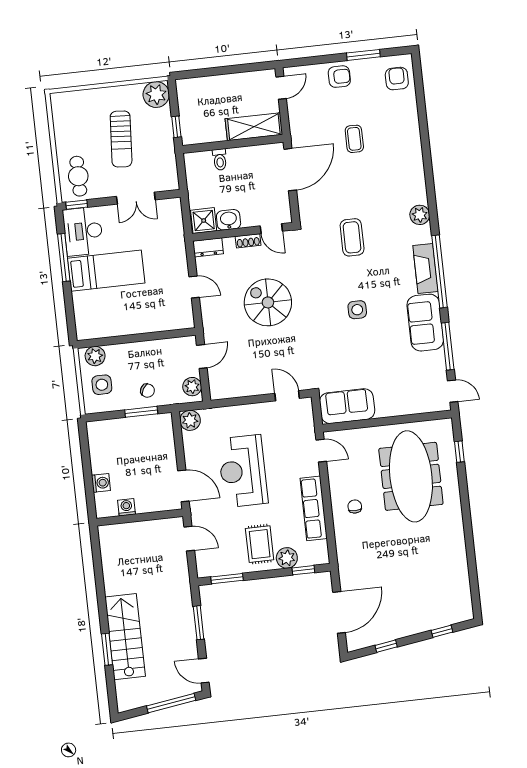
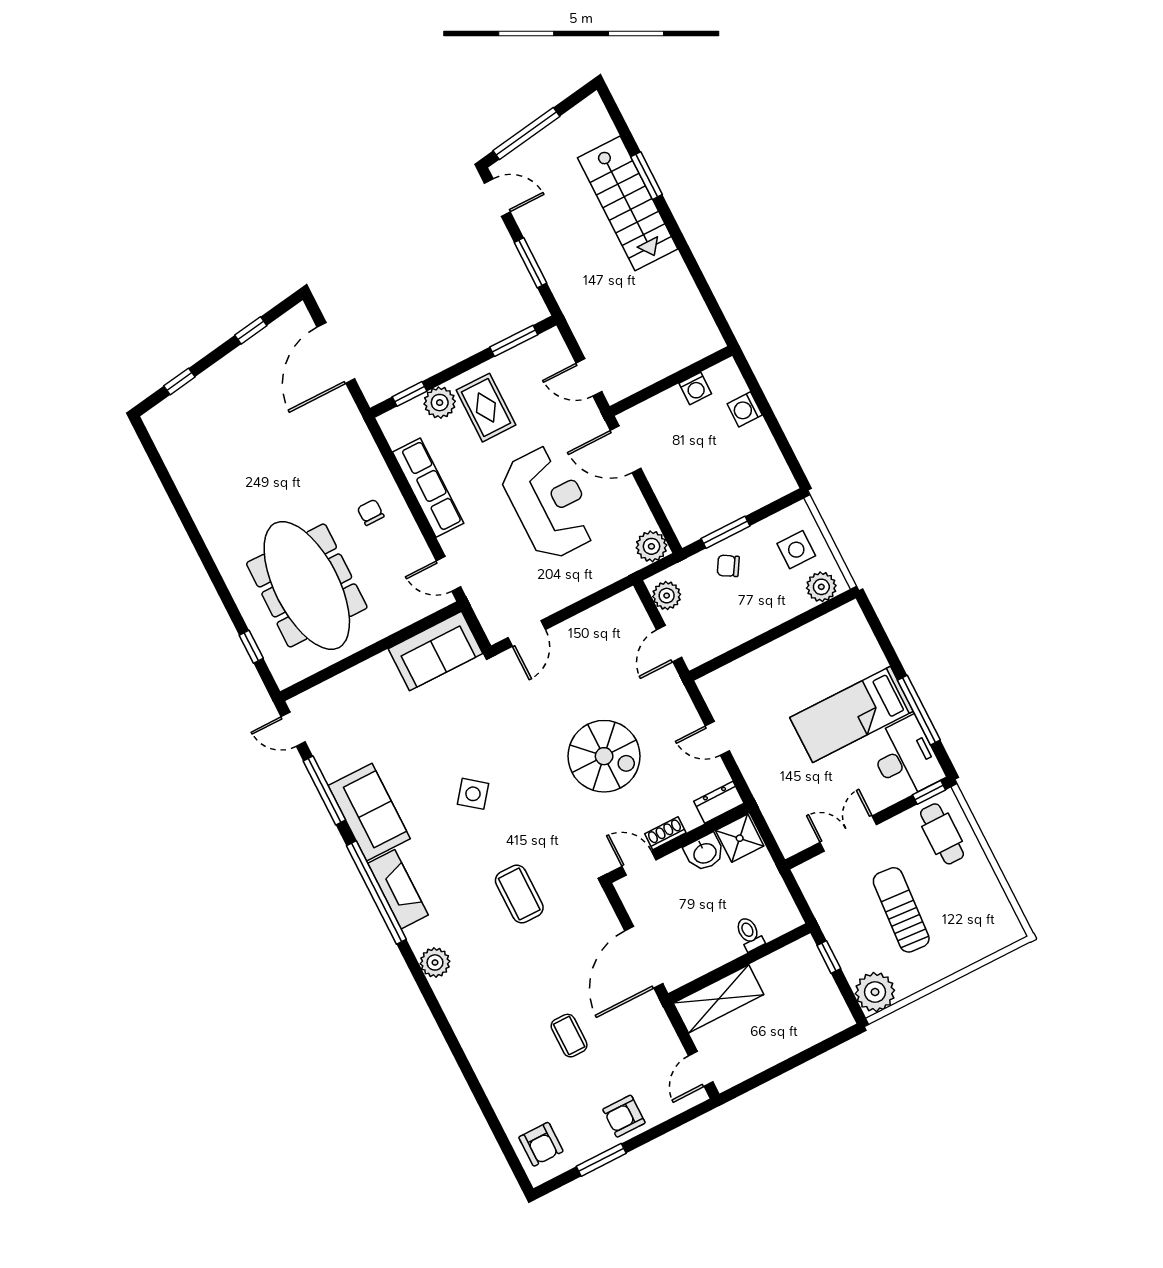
side table: (357, 310) -> (473, 794), turned 38
door: (287, 396) -> (527, 634), hinge flipped
chair: (355, 506) -> (371, 512), turned 180

